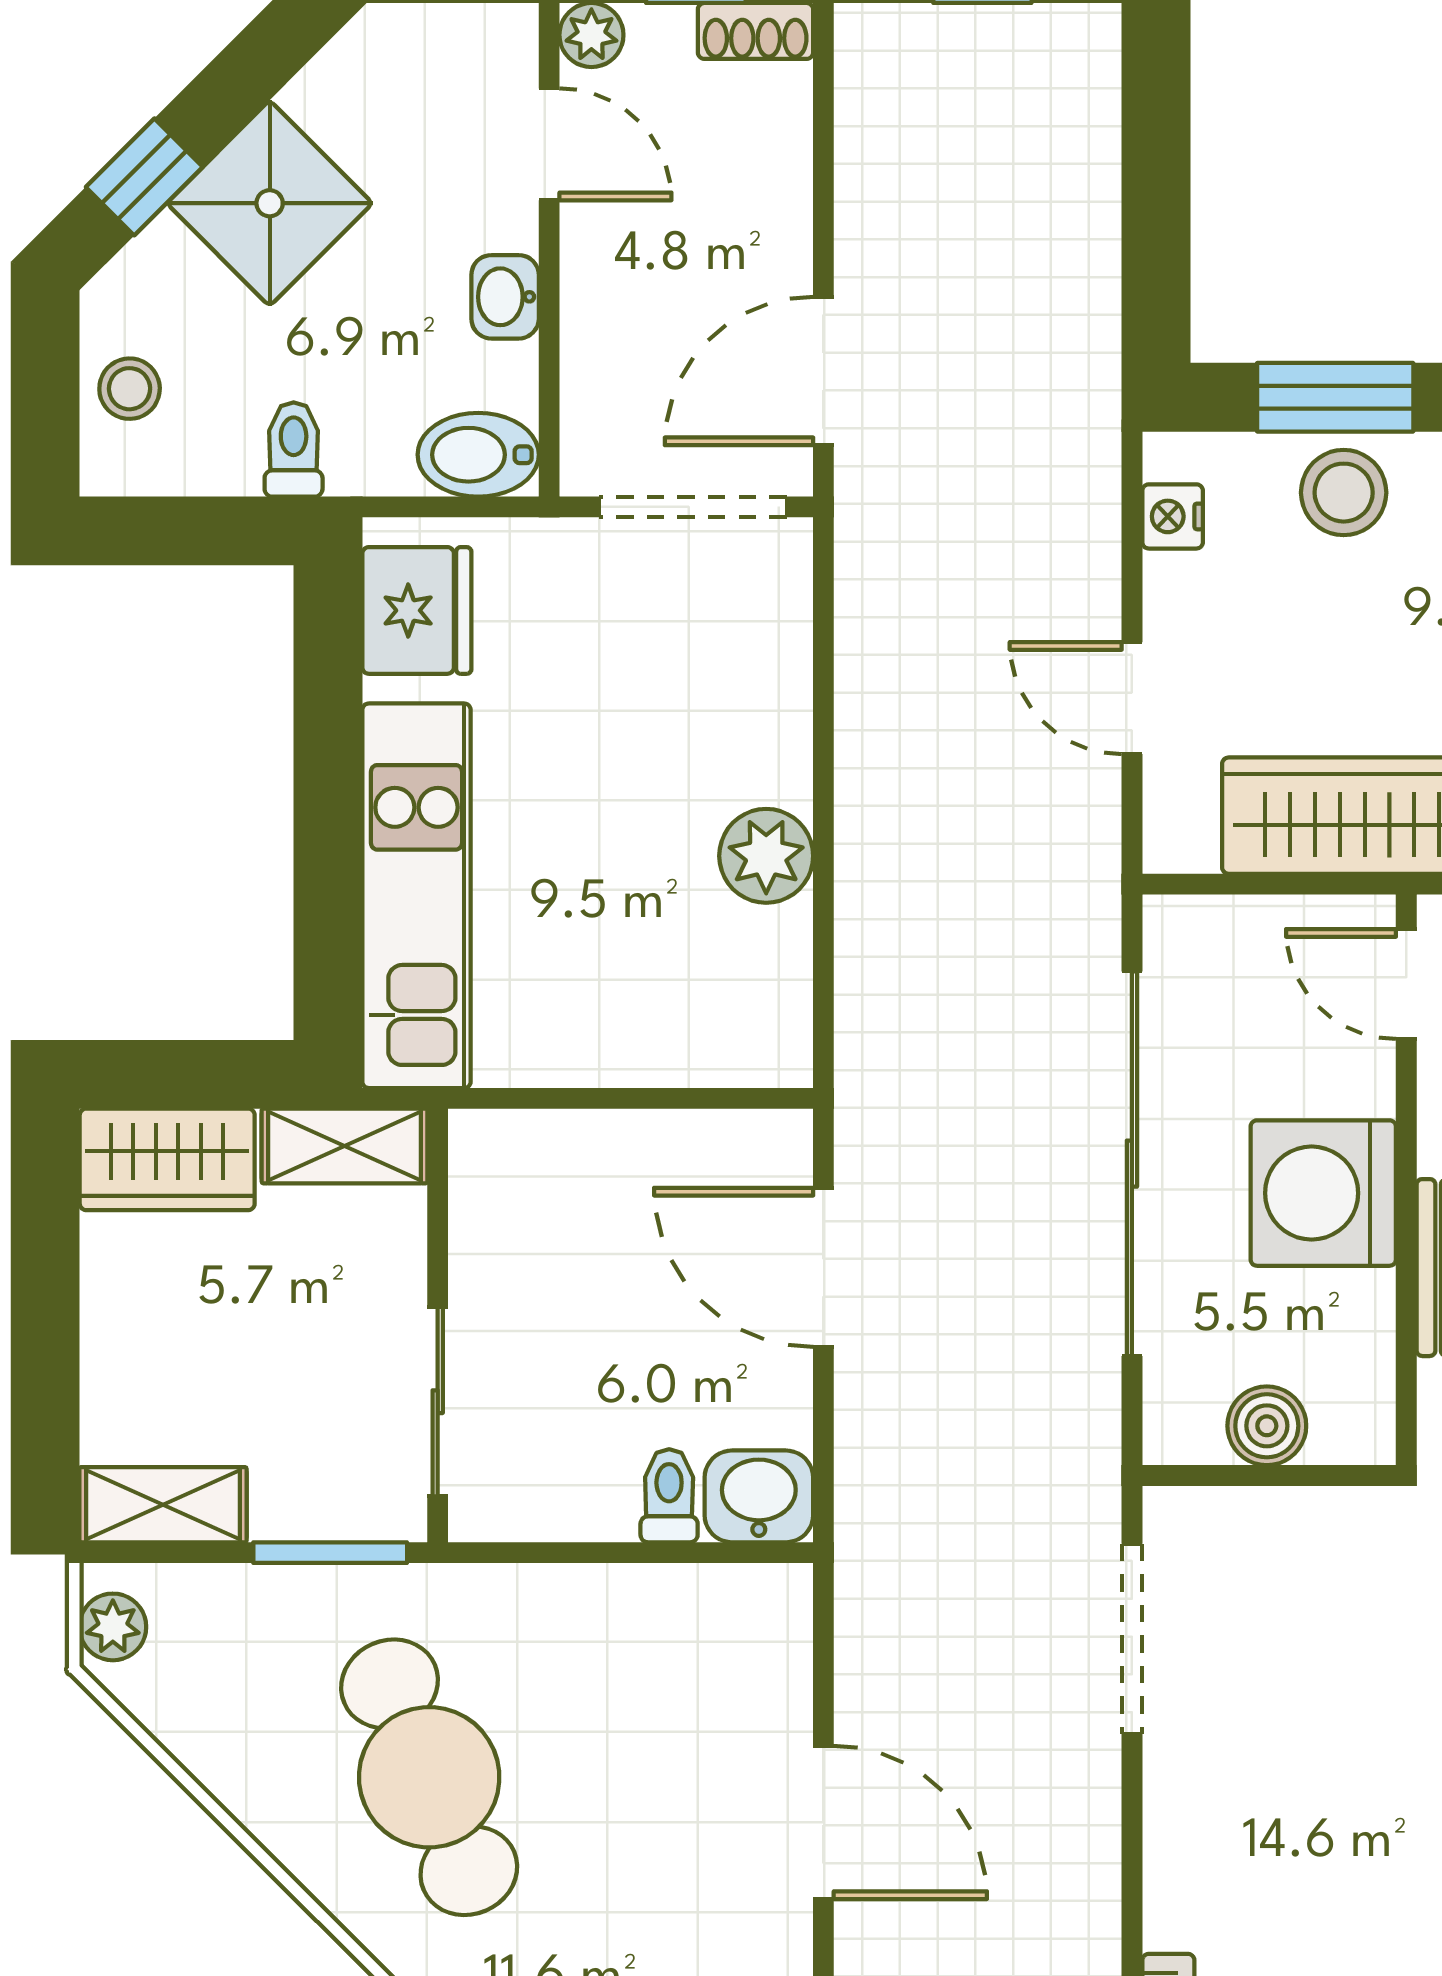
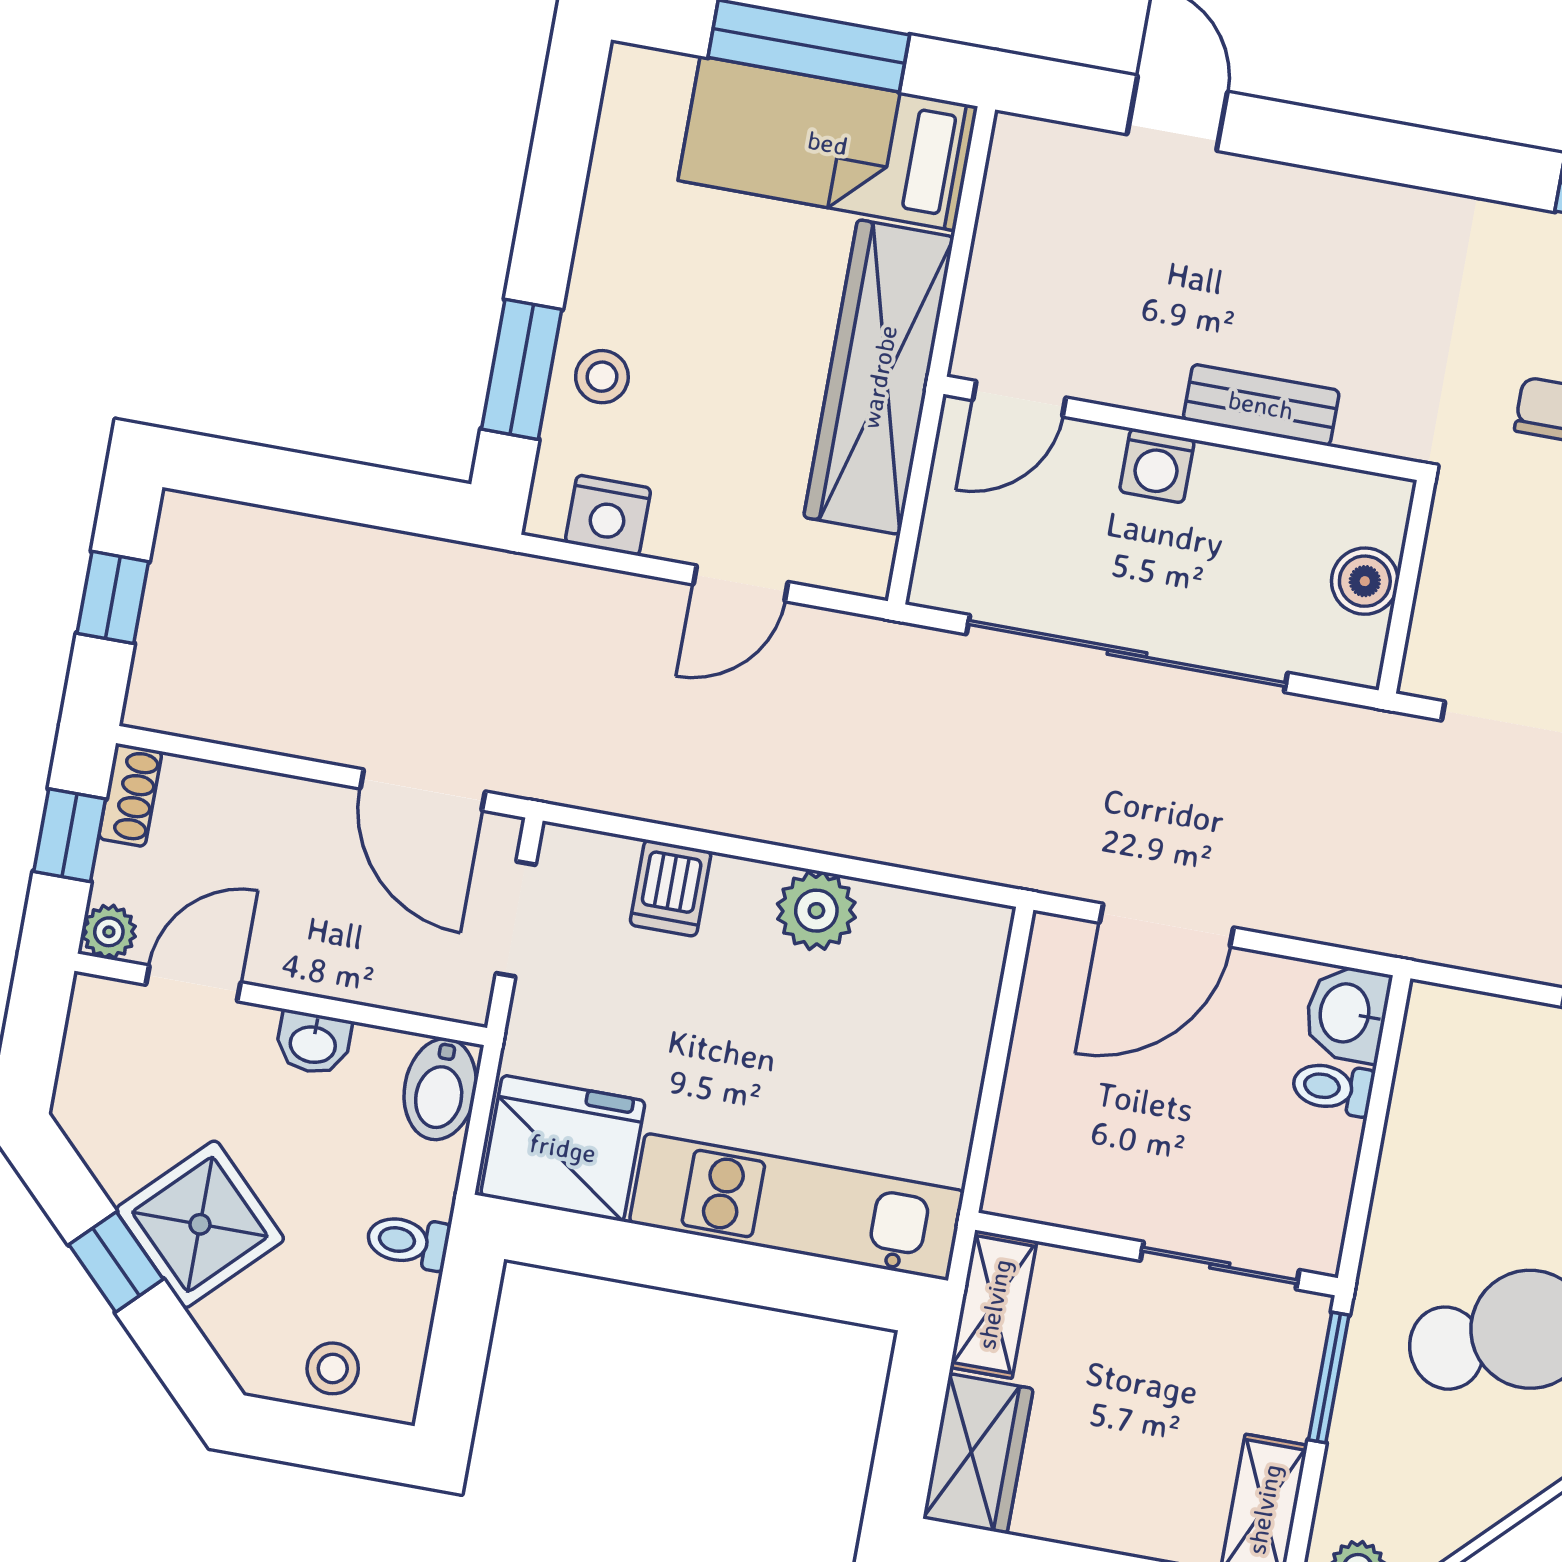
window: (144, 177) -> (116, 1262), moved
stool: (1344, 493) -> (602, 377), width x0.73, depth x0.73
doorway: (693, 507) -> (516, 919), width x0.73
nightstand: (1173, 516) -> (608, 515), width x1.39, depth x1.35
fridge: (417, 610) -> (563, 1148), width x1.36, depth x1.34
dishwasher: (762, 681) -> (671, 888), added
washing machine: (1323, 1193) -> (1157, 466), width x0.53, depth x0.53

